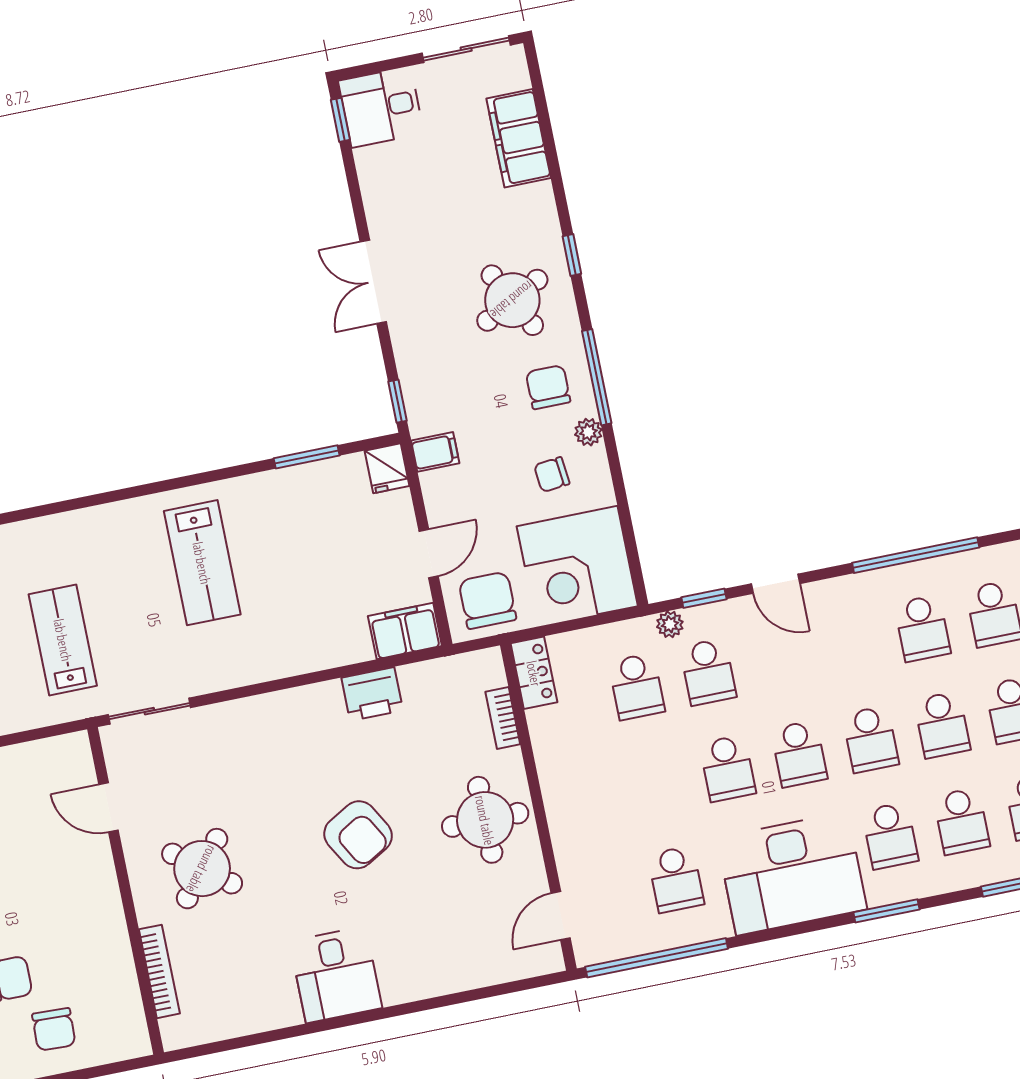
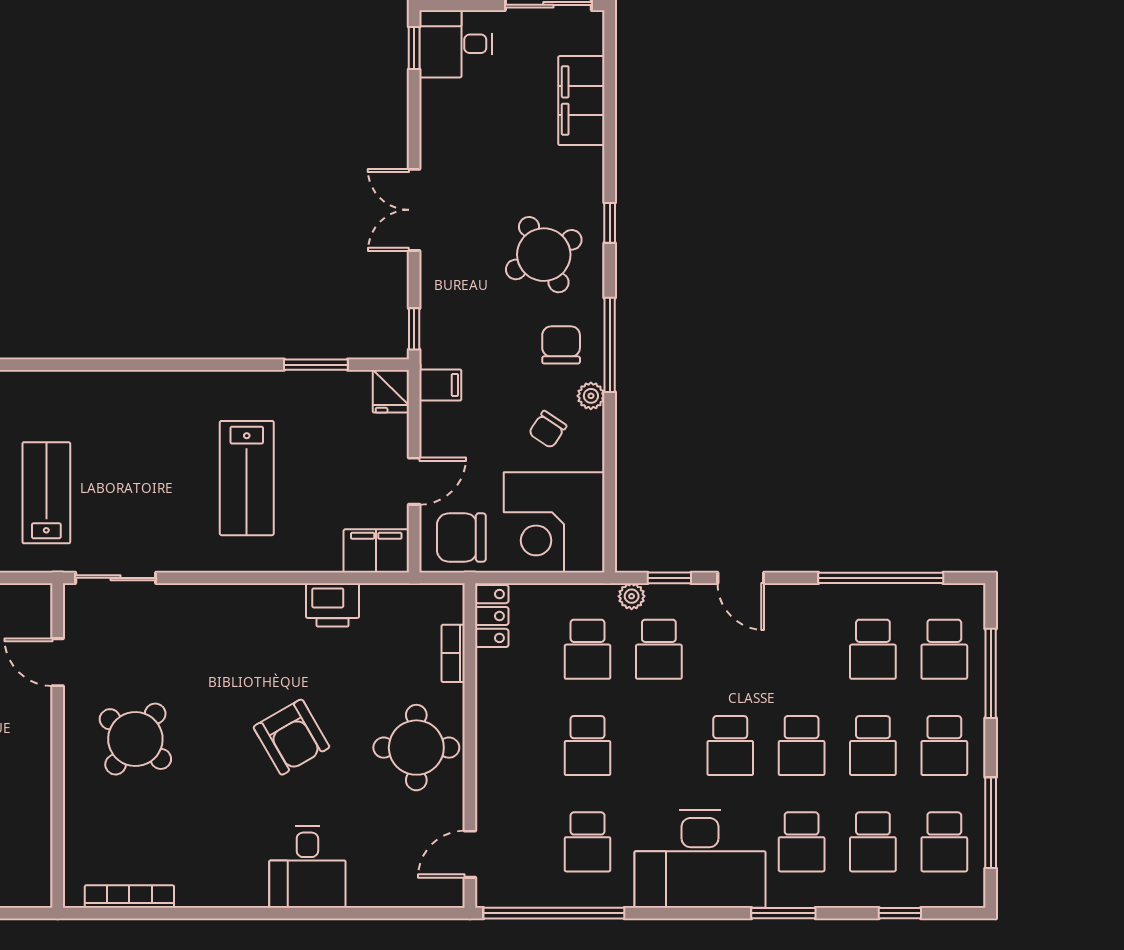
chair: (552, 475) -> (548, 430), turned -50
lab bench: (202, 563) -> (247, 478), moved
chair: (487, 600) -> (461, 537), turned -90
school desk: (728, 768) -> (588, 746), moved
bookcase: (159, 971) -> (129, 897), moved, turned -90
desk: (336, 975) -> (307, 867), moved

